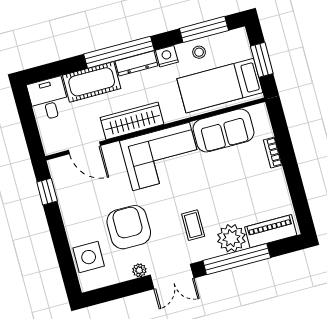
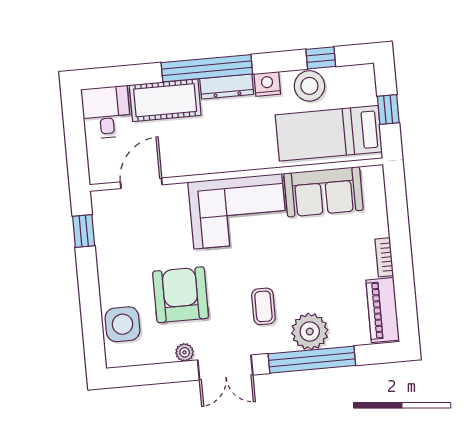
window: (204, 29) -> (321, 58), width x0.46
stool: (199, 52) -> (309, 86), width x1.89, depth x1.89
window: (262, 60) -> (388, 110), width x0.67
wardrobe: (132, 121) -> (208, 159), removed
door: (84, 148) -> (141, 183), swing flipped
bookcase: (273, 152) -> (384, 257), moved
piano: (271, 231) -> (383, 310), moved, turned -90

